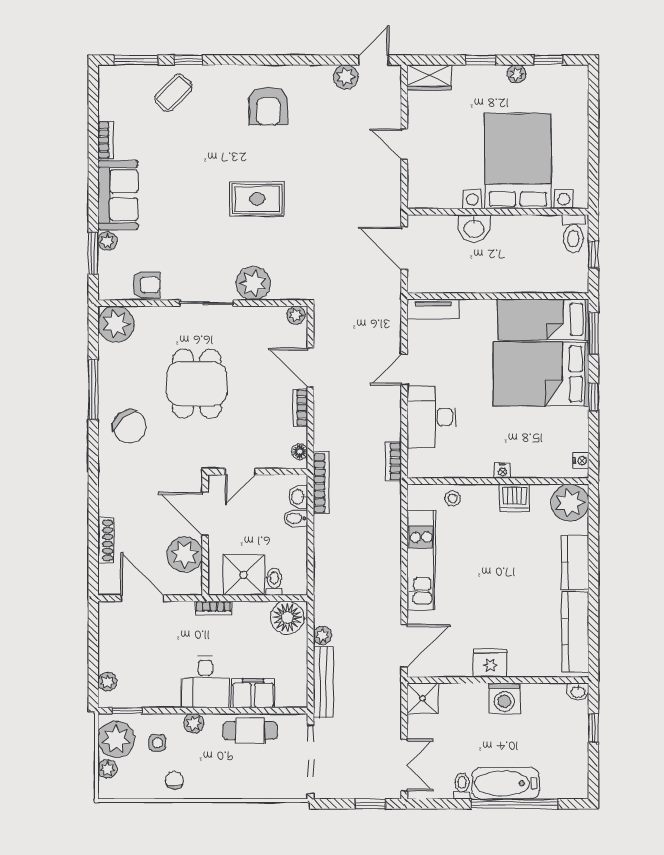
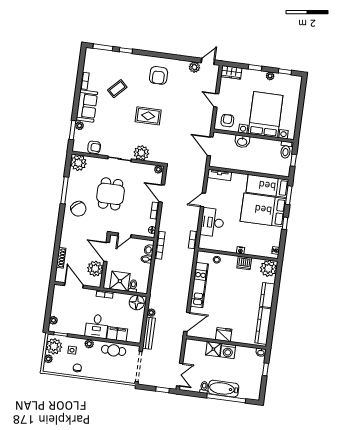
coffee table: (173, 93) -> (117, 89), moved
armchair: (435, 186) -> (227, 121), added
shower: (422, 698) -> (213, 349), moved

